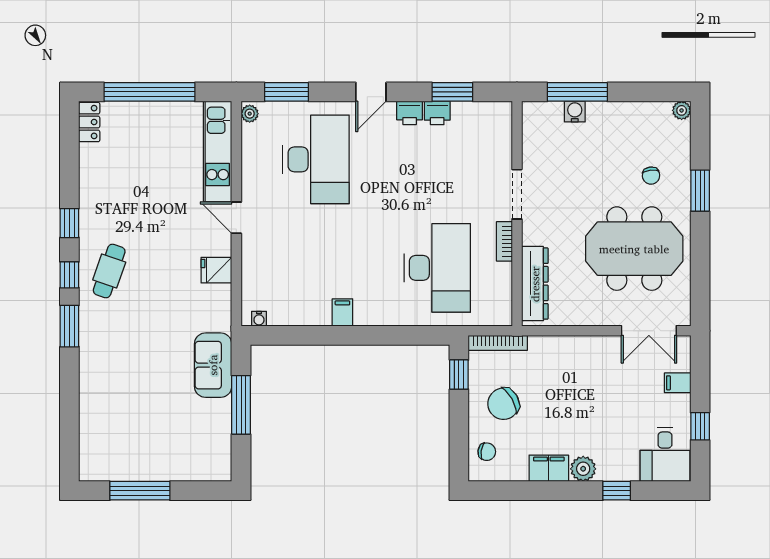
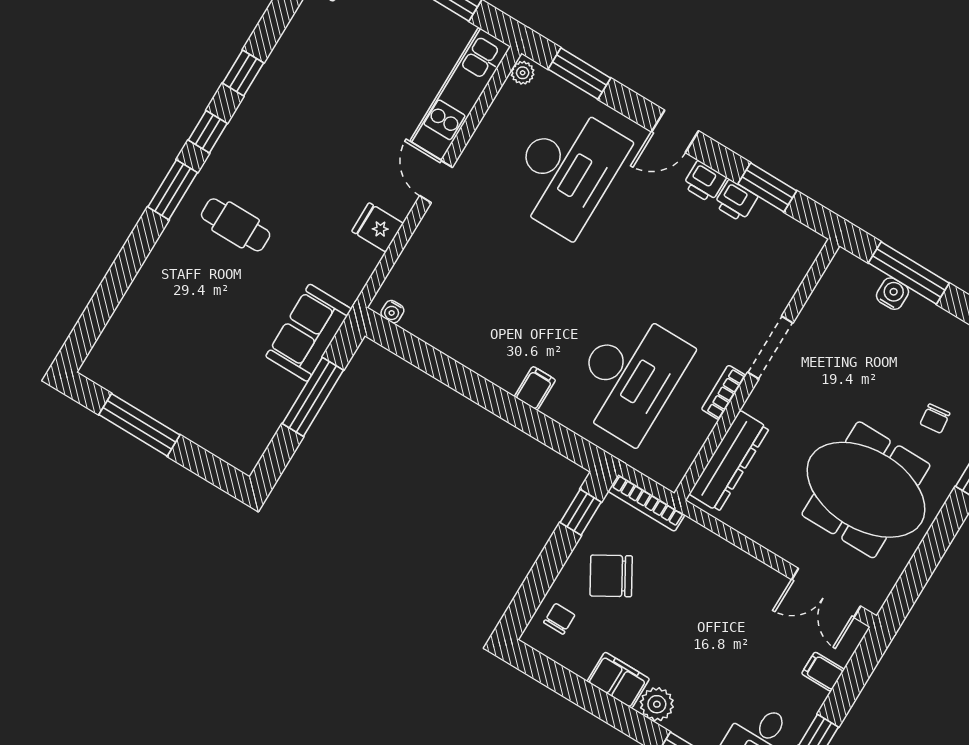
cafe table: (109, 271) -> (236, 225), moved, turned 71
filing cabinet: (342, 312) -> (535, 388), moved
chair: (487, 452) -> (559, 619), turned -99

